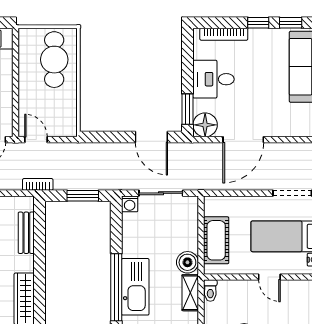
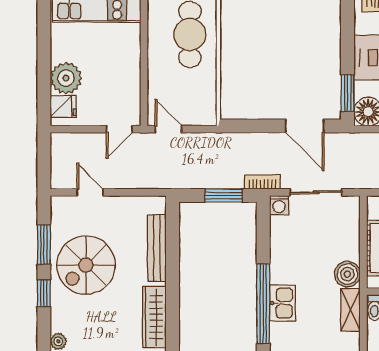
bookcase: (38, 184) -> (262, 182), moved
bench: (26, 233) -> (157, 248), width x1.36
kitchen sink: (135, 287) -> (282, 303), width x0.53, depth x0.81

